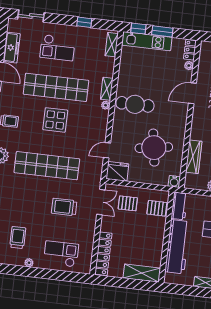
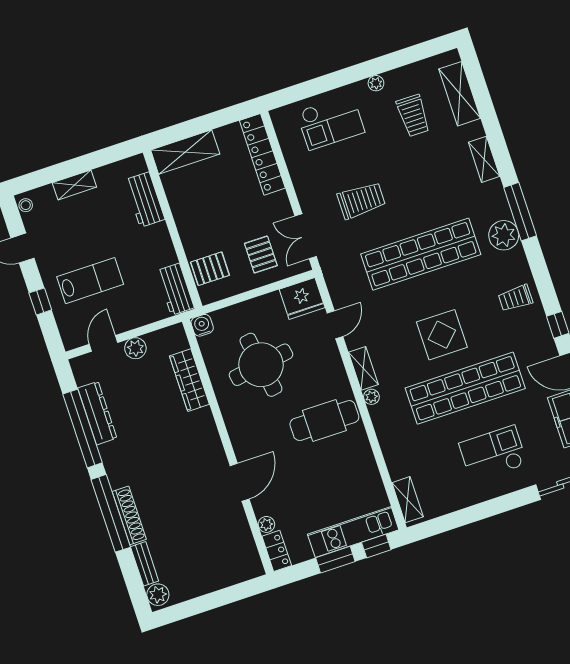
window: (84, 22) -> (469, 515), removed
shelving: (107, 89) -> (363, 368), moved
pallet: (128, 203) -> (261, 255), turned 90
workbench: (177, 247) -> (145, 200), width x0.53, depth x0.76

